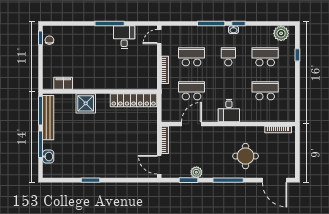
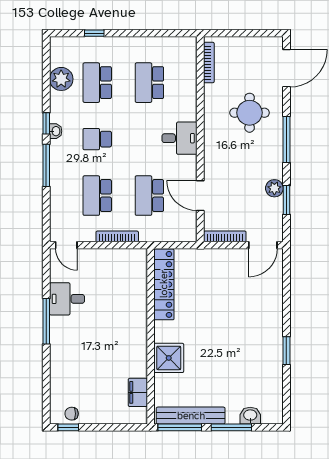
plant: (281, 33) -> (61, 79), moved

